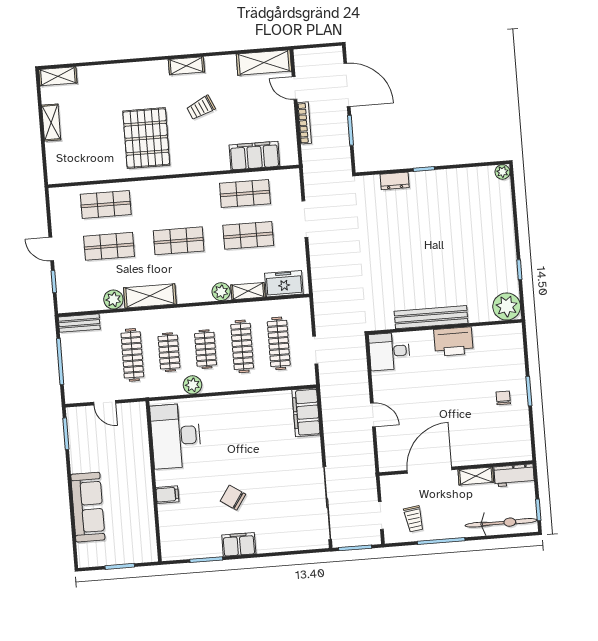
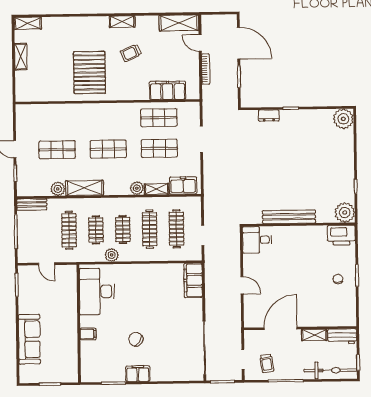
plant: (502, 172) -> (343, 119), width x1.88, depth x1.88
shop shelf: (106, 204) -> (57, 119), removed
printer: (453, 342) -> (341, 235), moved

